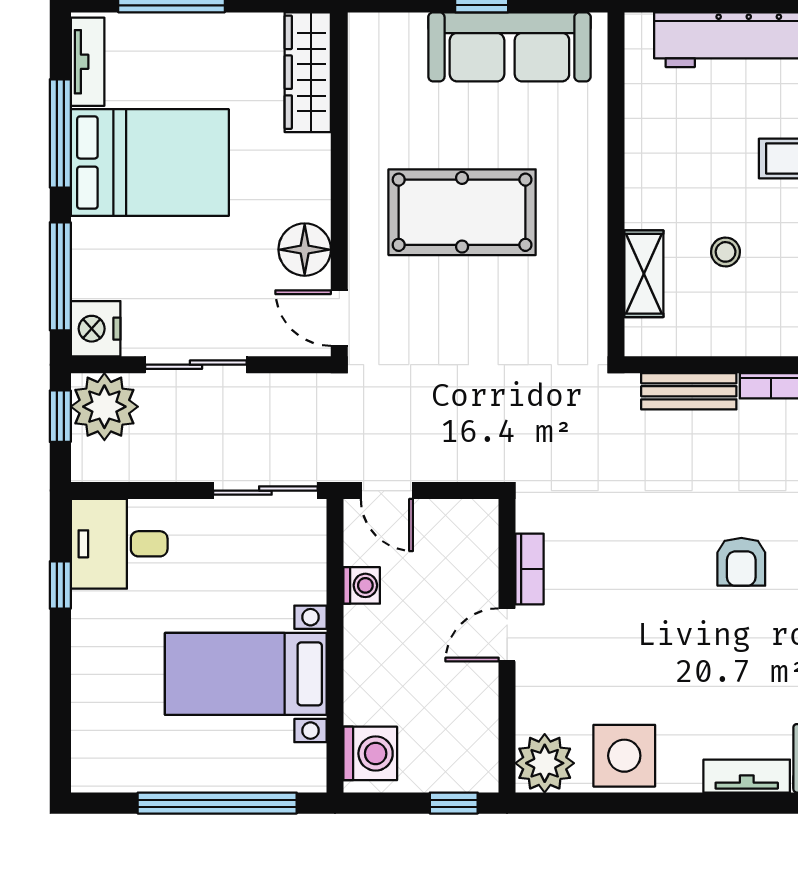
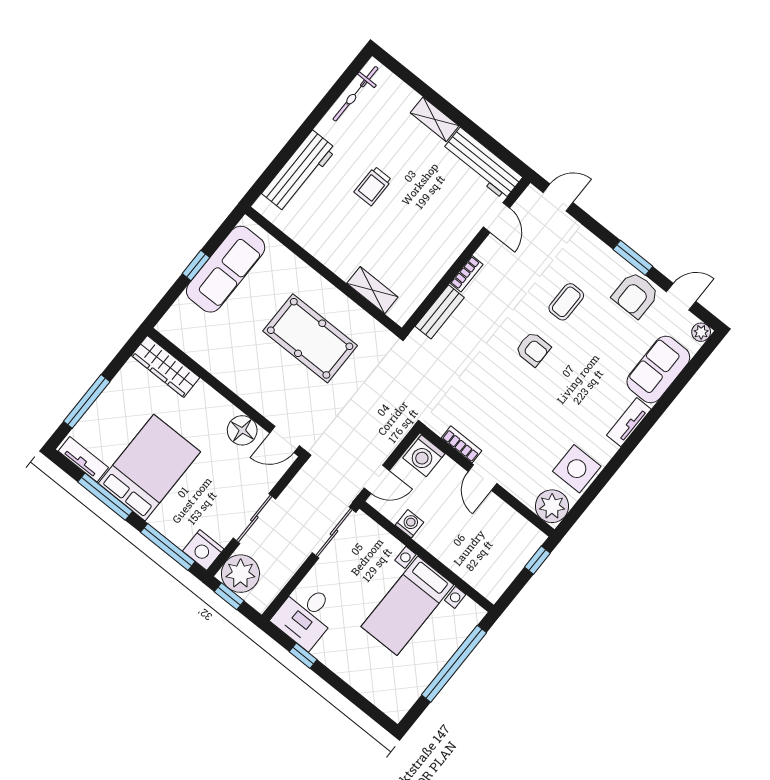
pool table: (462, 212) -> (310, 338), moved, turned 90
stool: (726, 252) -> (392, 247), removed
washing machine: (370, 753) -> (424, 456), moved, turned 180

